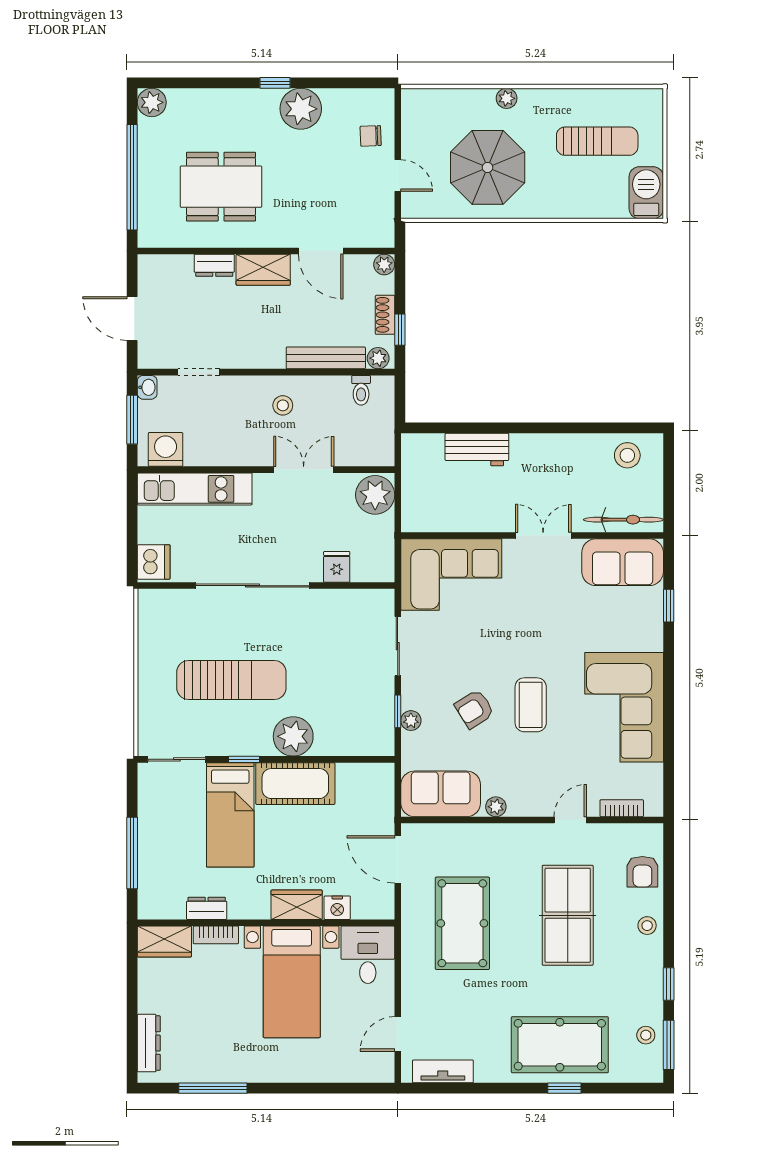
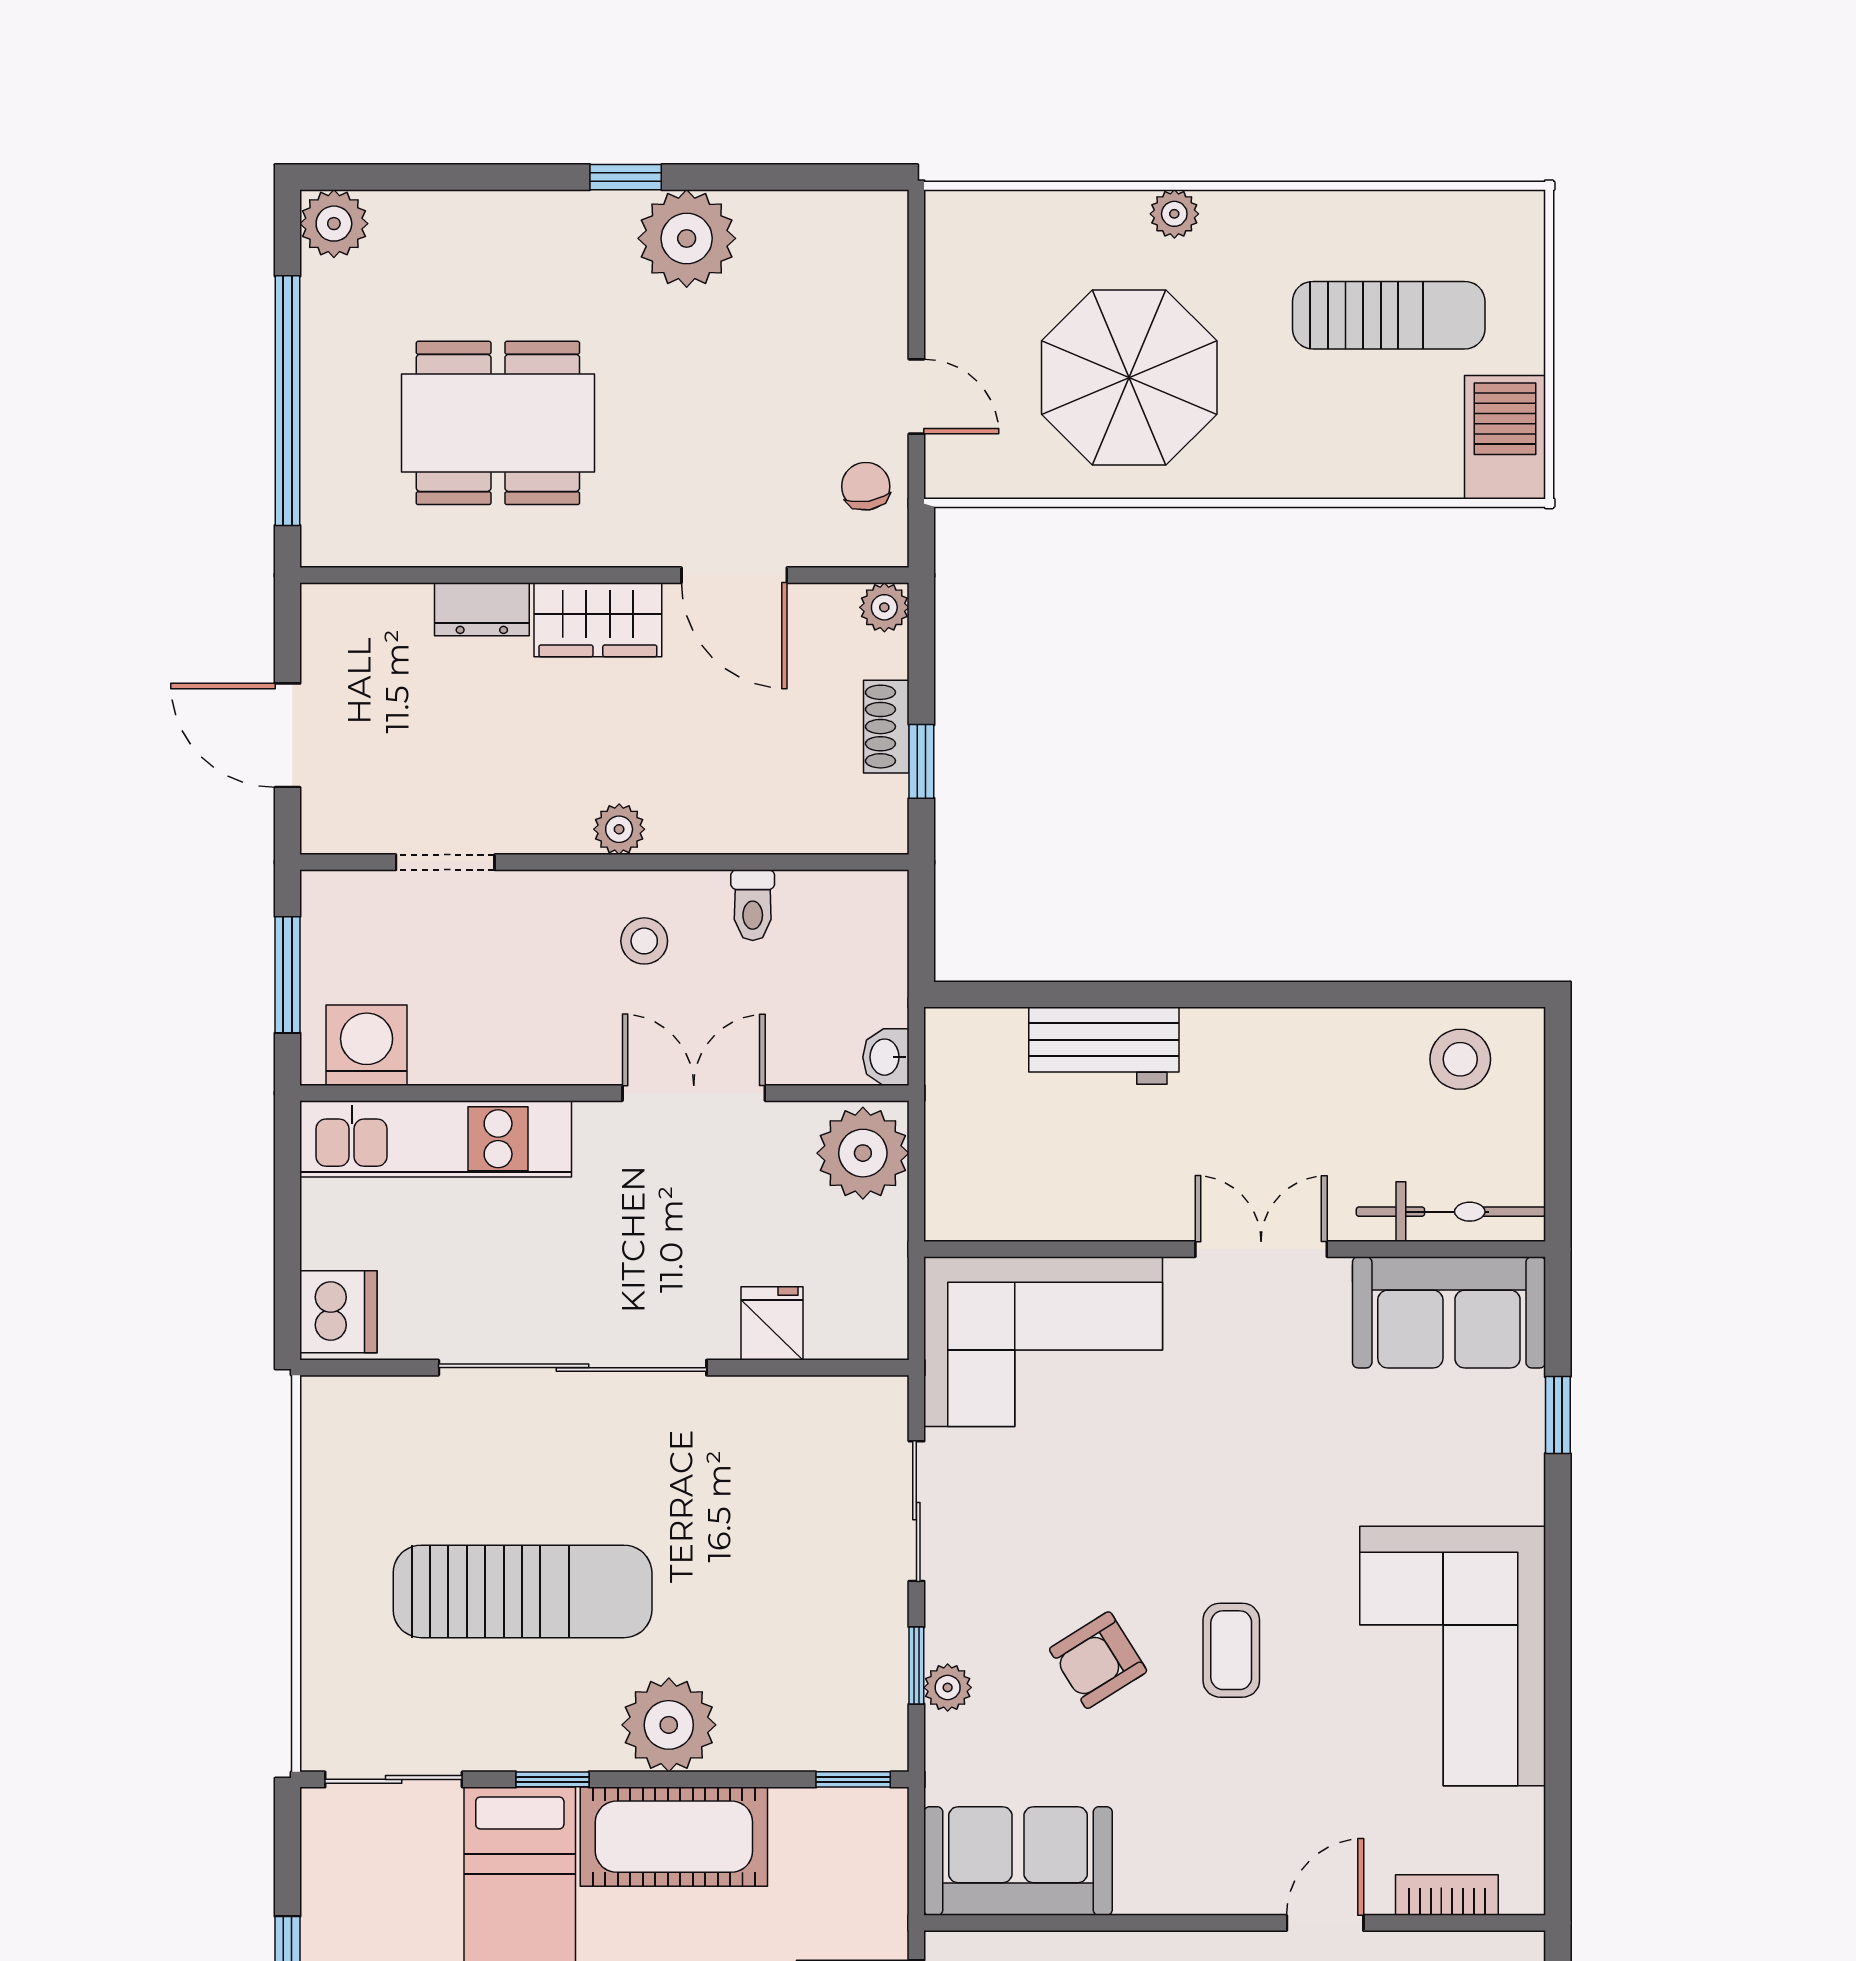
chair: (371, 136) -> (866, 486), moved, turned 83
bench: (326, 358) -> (746, 829), removed
plant: (378, 358) -> (619, 829), moved
washbasin: (147, 387) -> (886, 1057), moved, turned 180
toilet: (361, 390) -> (753, 905), moved
coffee table: (531, 705) -> (1231, 1650), width x0.73, depth x0.77
window: (371, 759) -> (853, 1779), added
plant: (496, 807) -> (1149, 1892), removed

